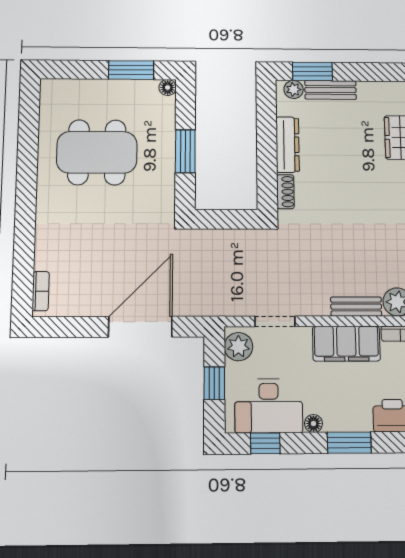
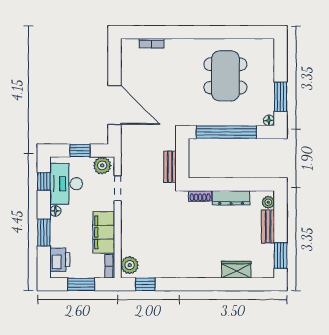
window: (313, 72) -> (281, 255), moved
window: (185, 151) -> (226, 132), width x2.11
bookcase: (41, 291) -> (151, 43), moved
bench: (356, 307) -> (170, 167), moved

